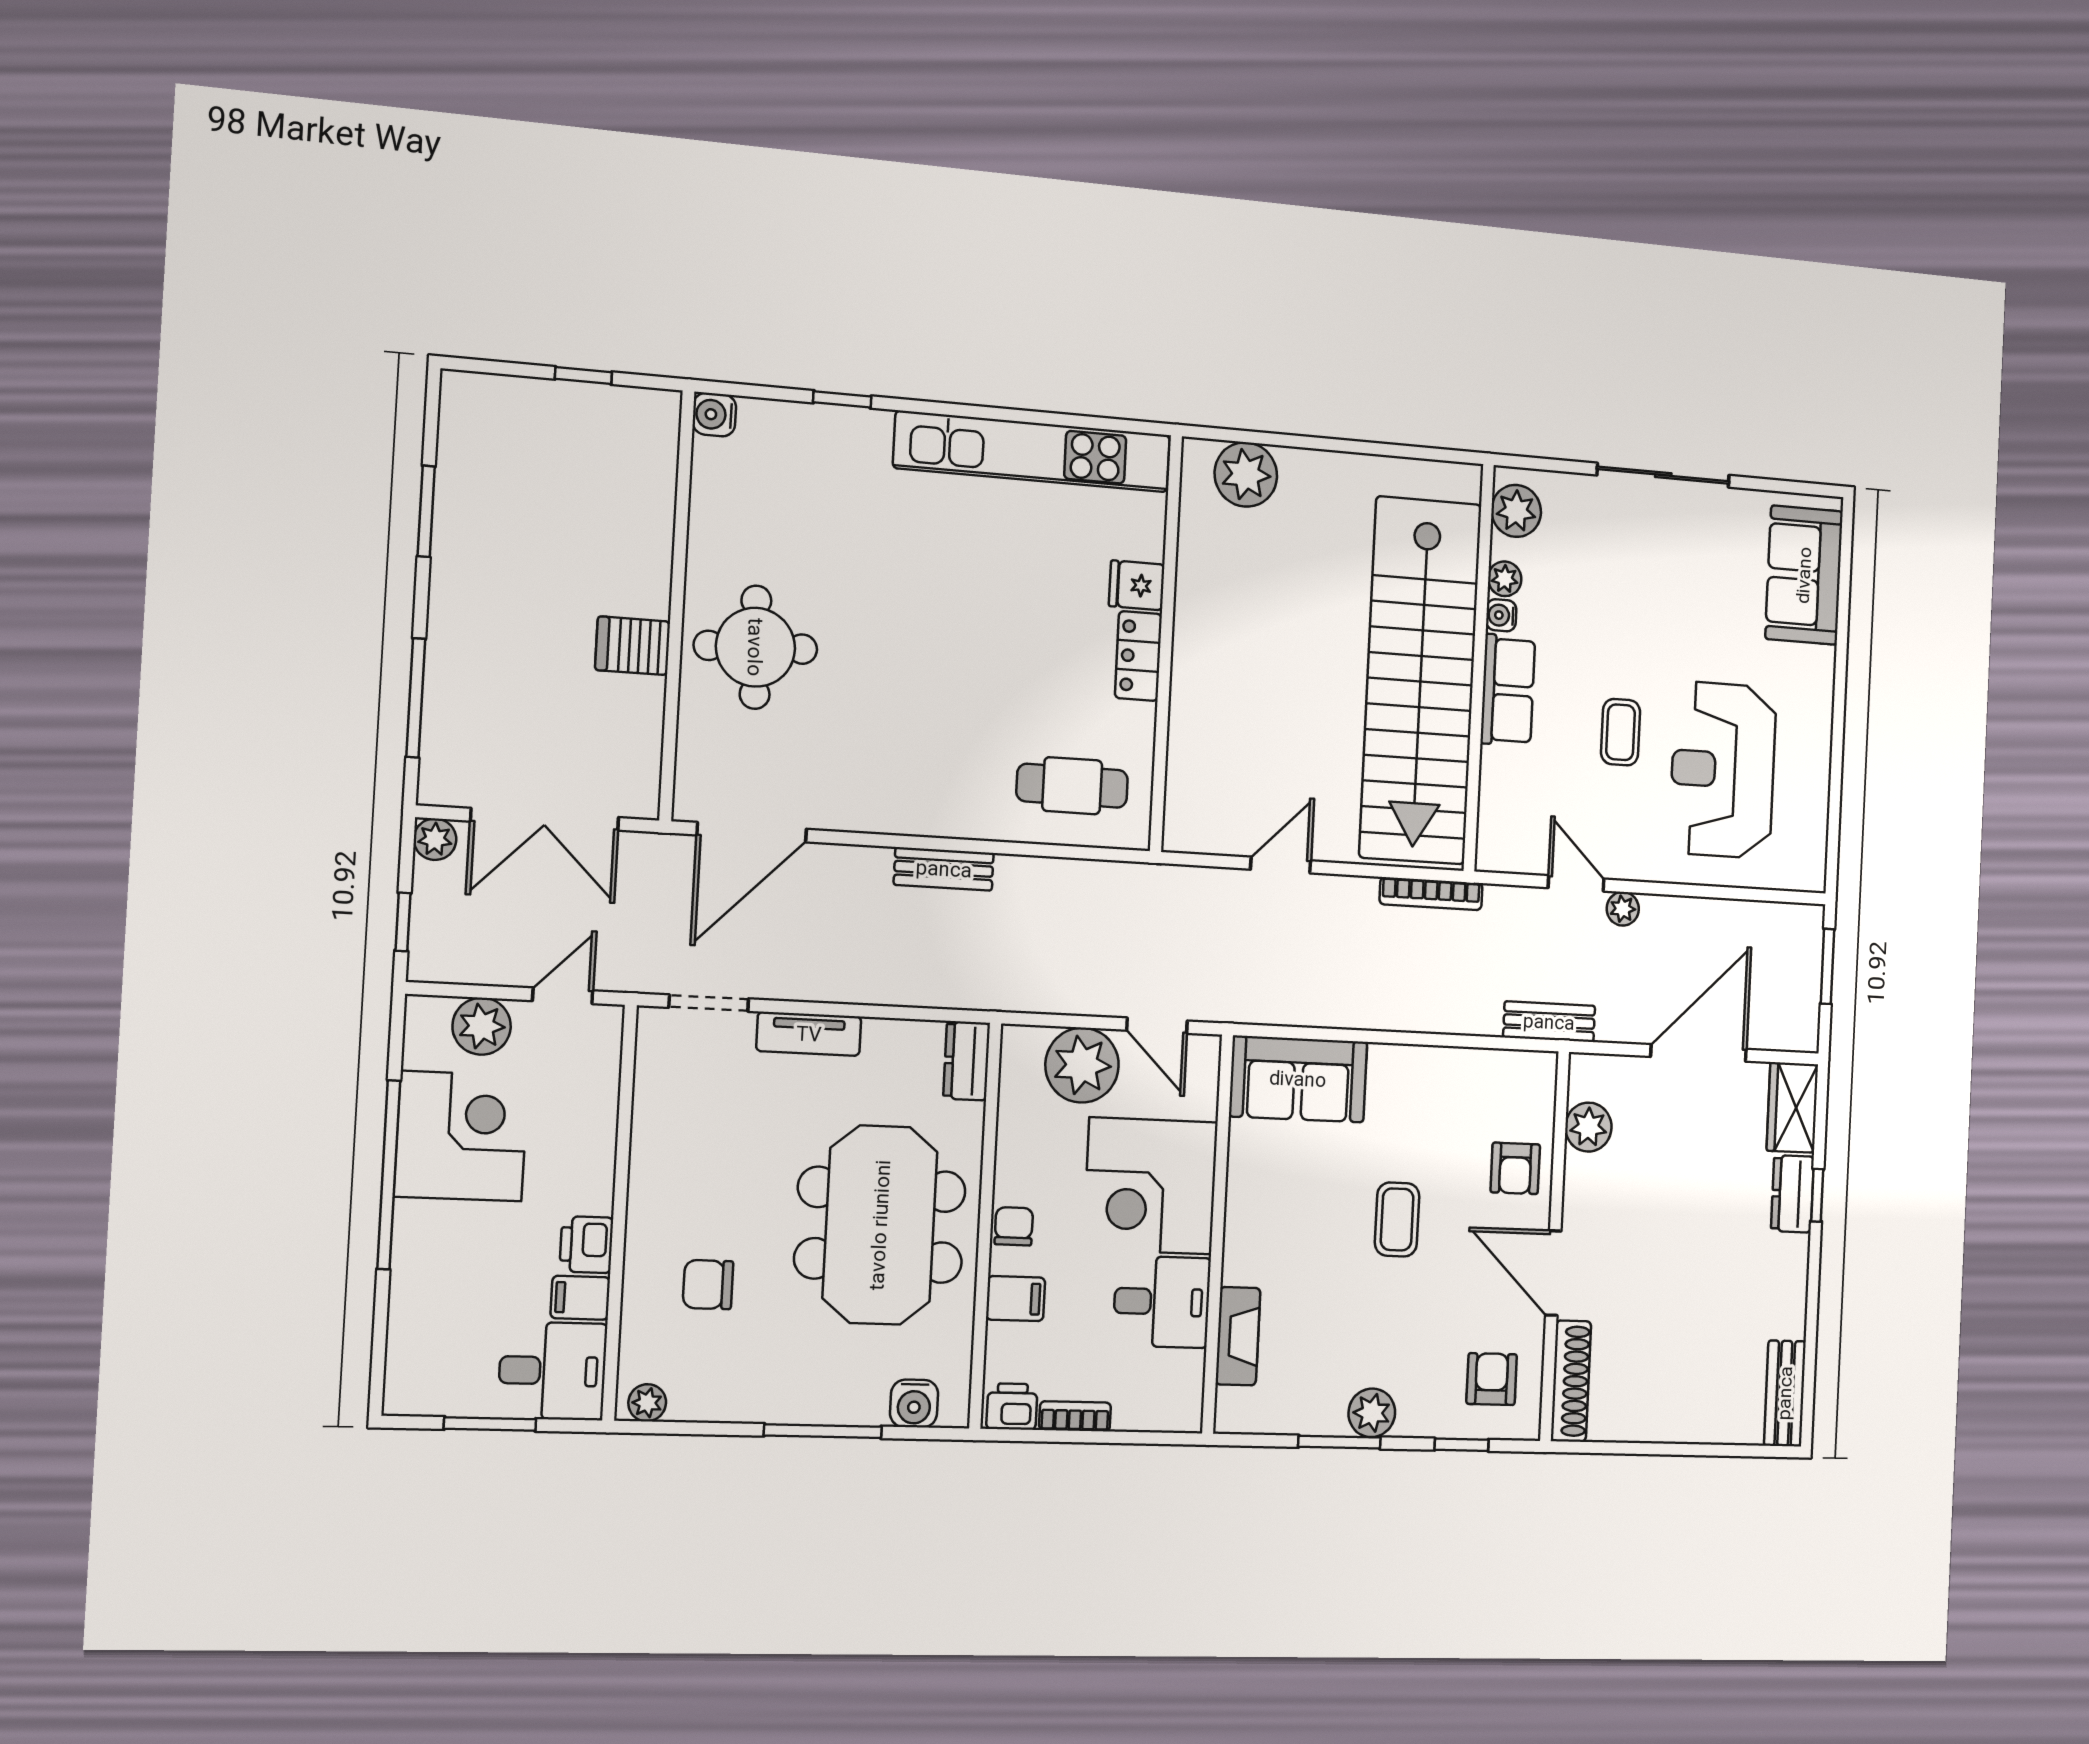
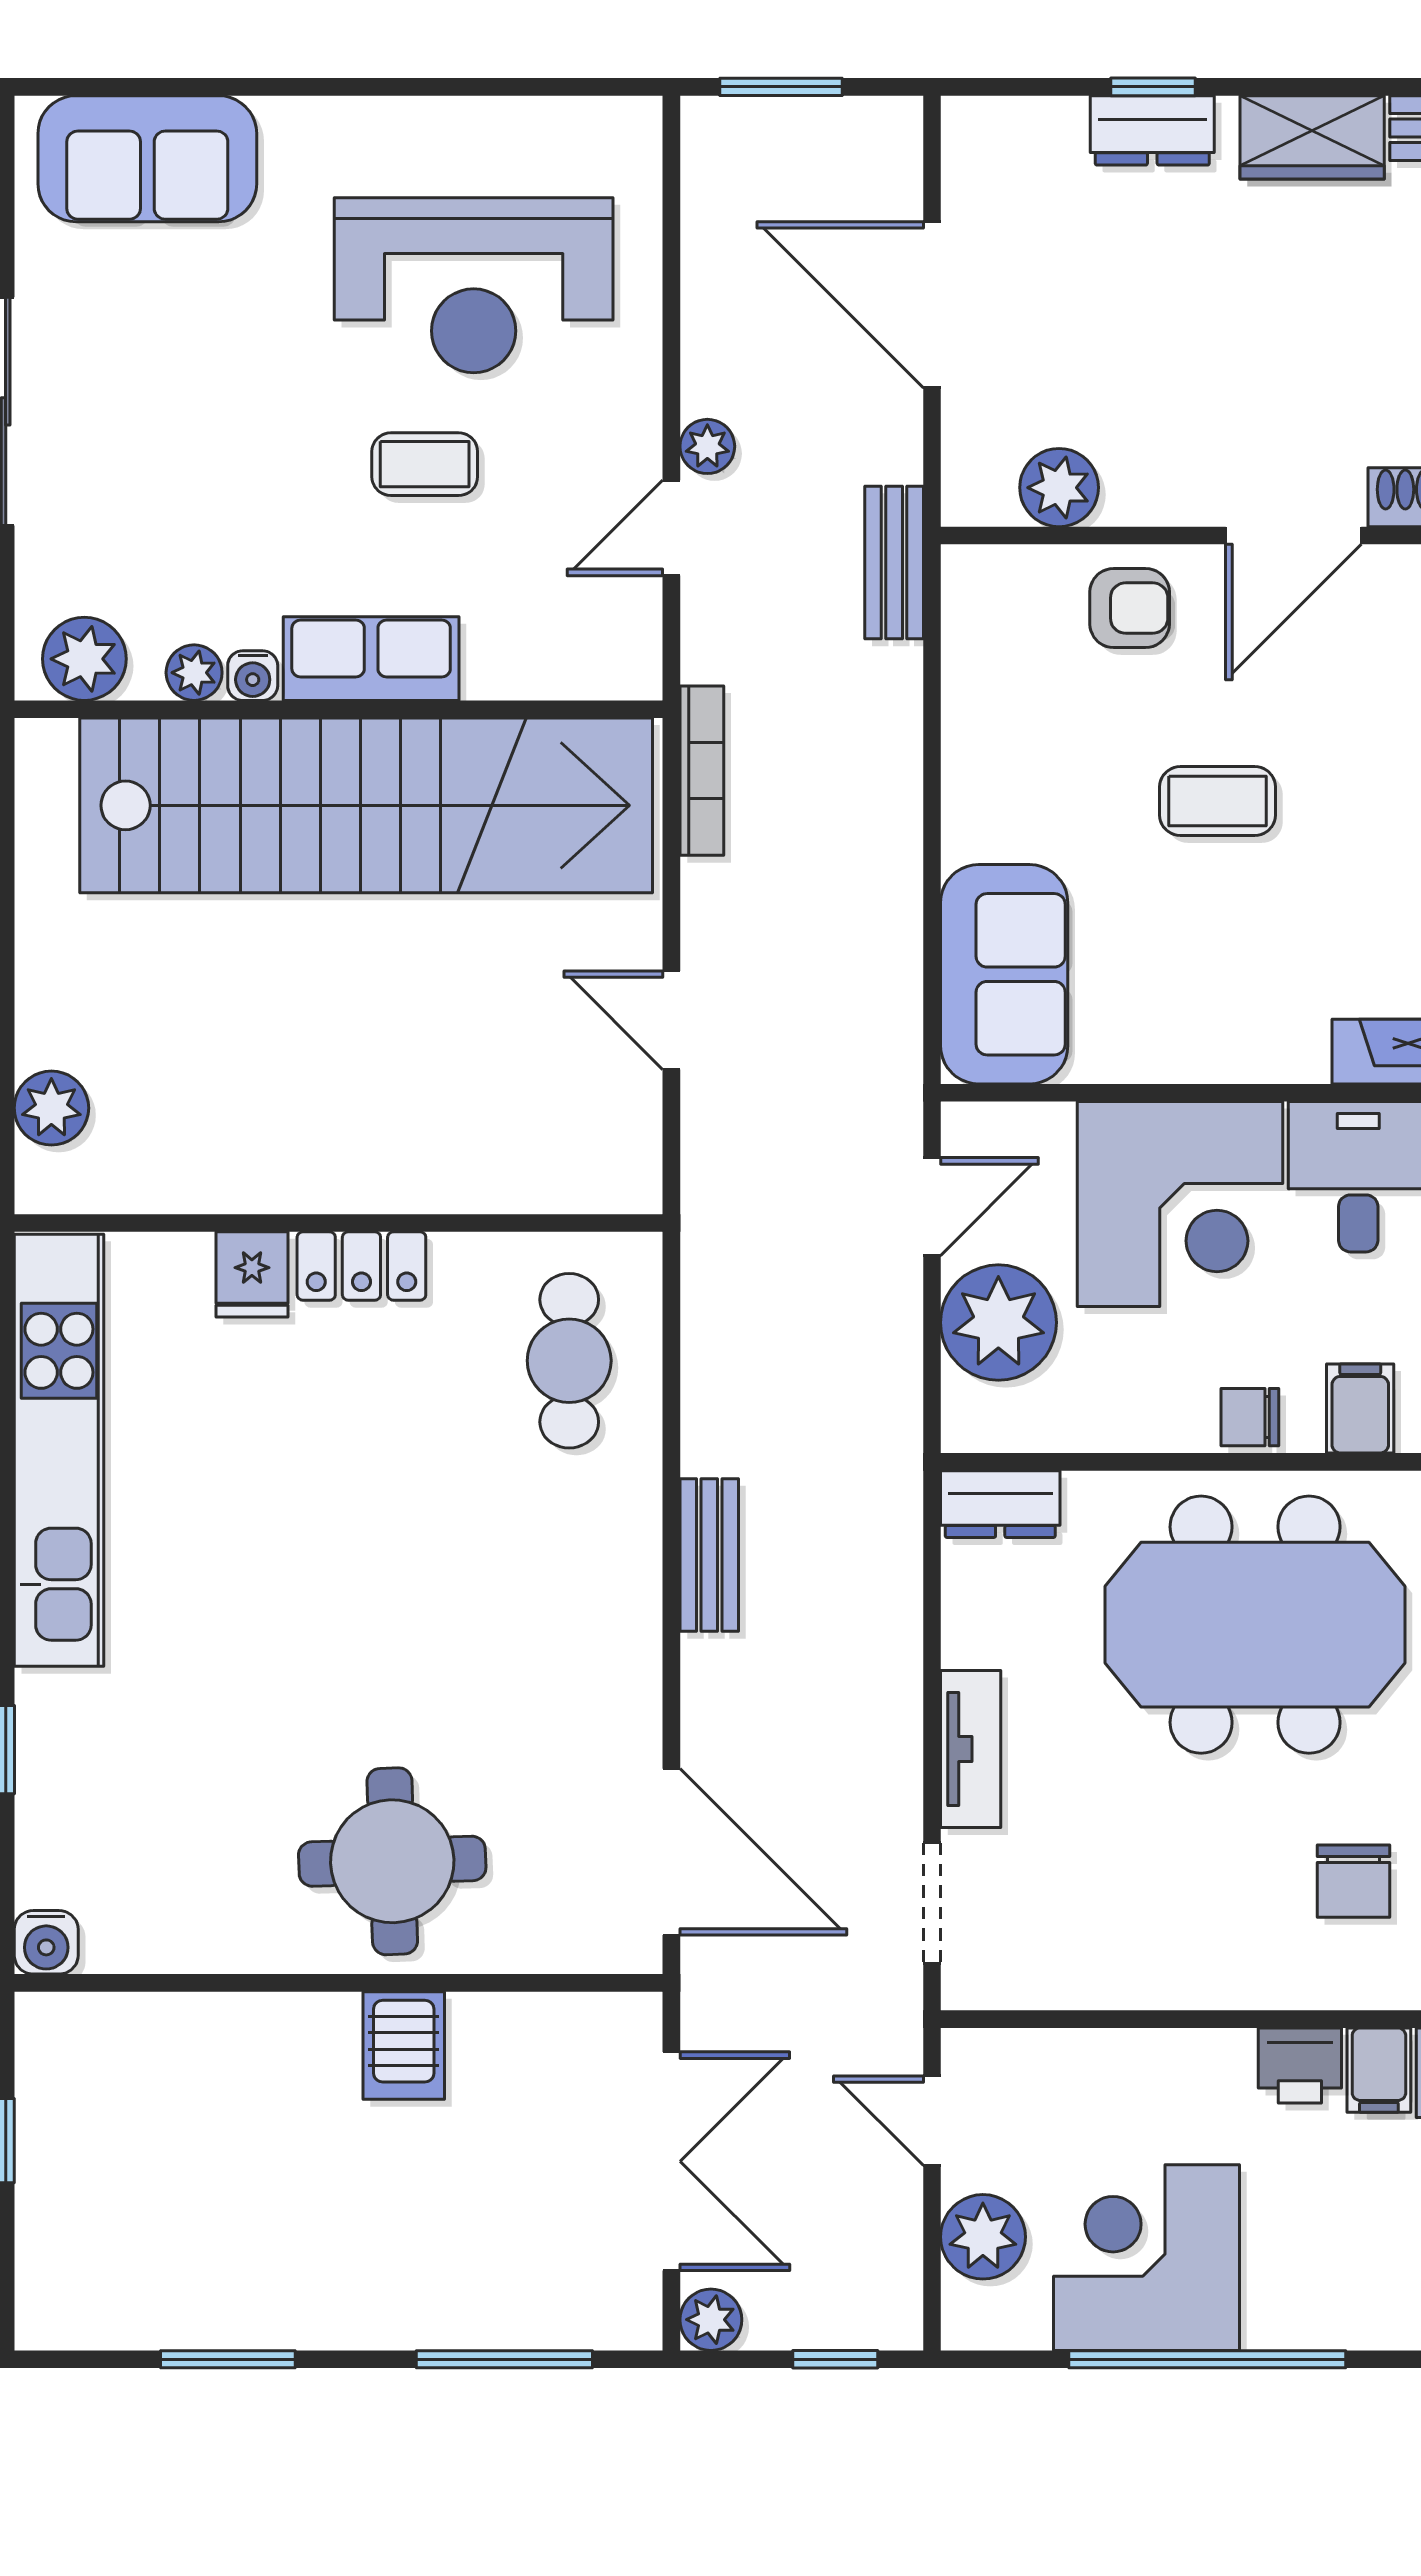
plant: (1246, 475) -> (51, 1108), width x0.73, depth x0.73
wardrobe: (1792, 1107) -> (1312, 137), moved

